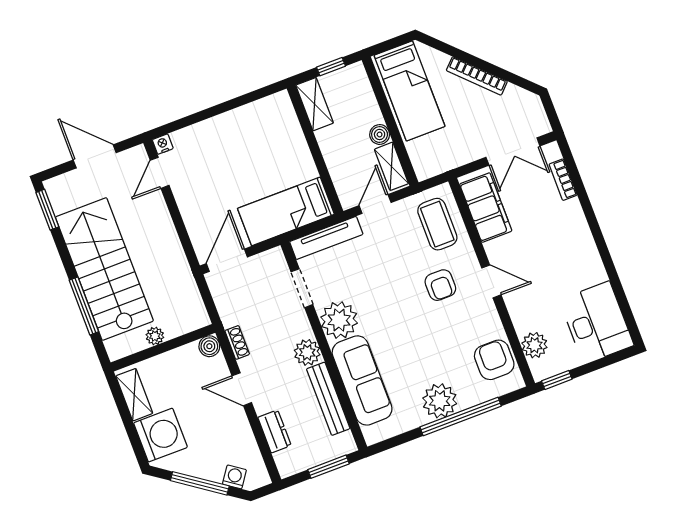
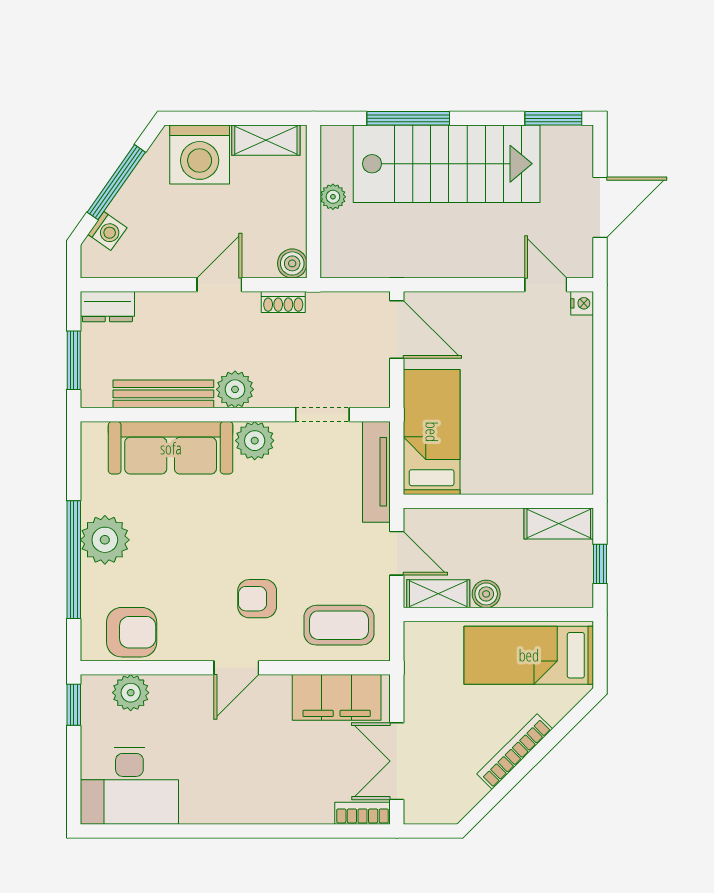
bookcase: (563, 180) -> (363, 813), moved
plant: (339, 320) -> (255, 441), width x0.73, depth x0.73
dresser: (274, 431) -> (107, 307), moved

